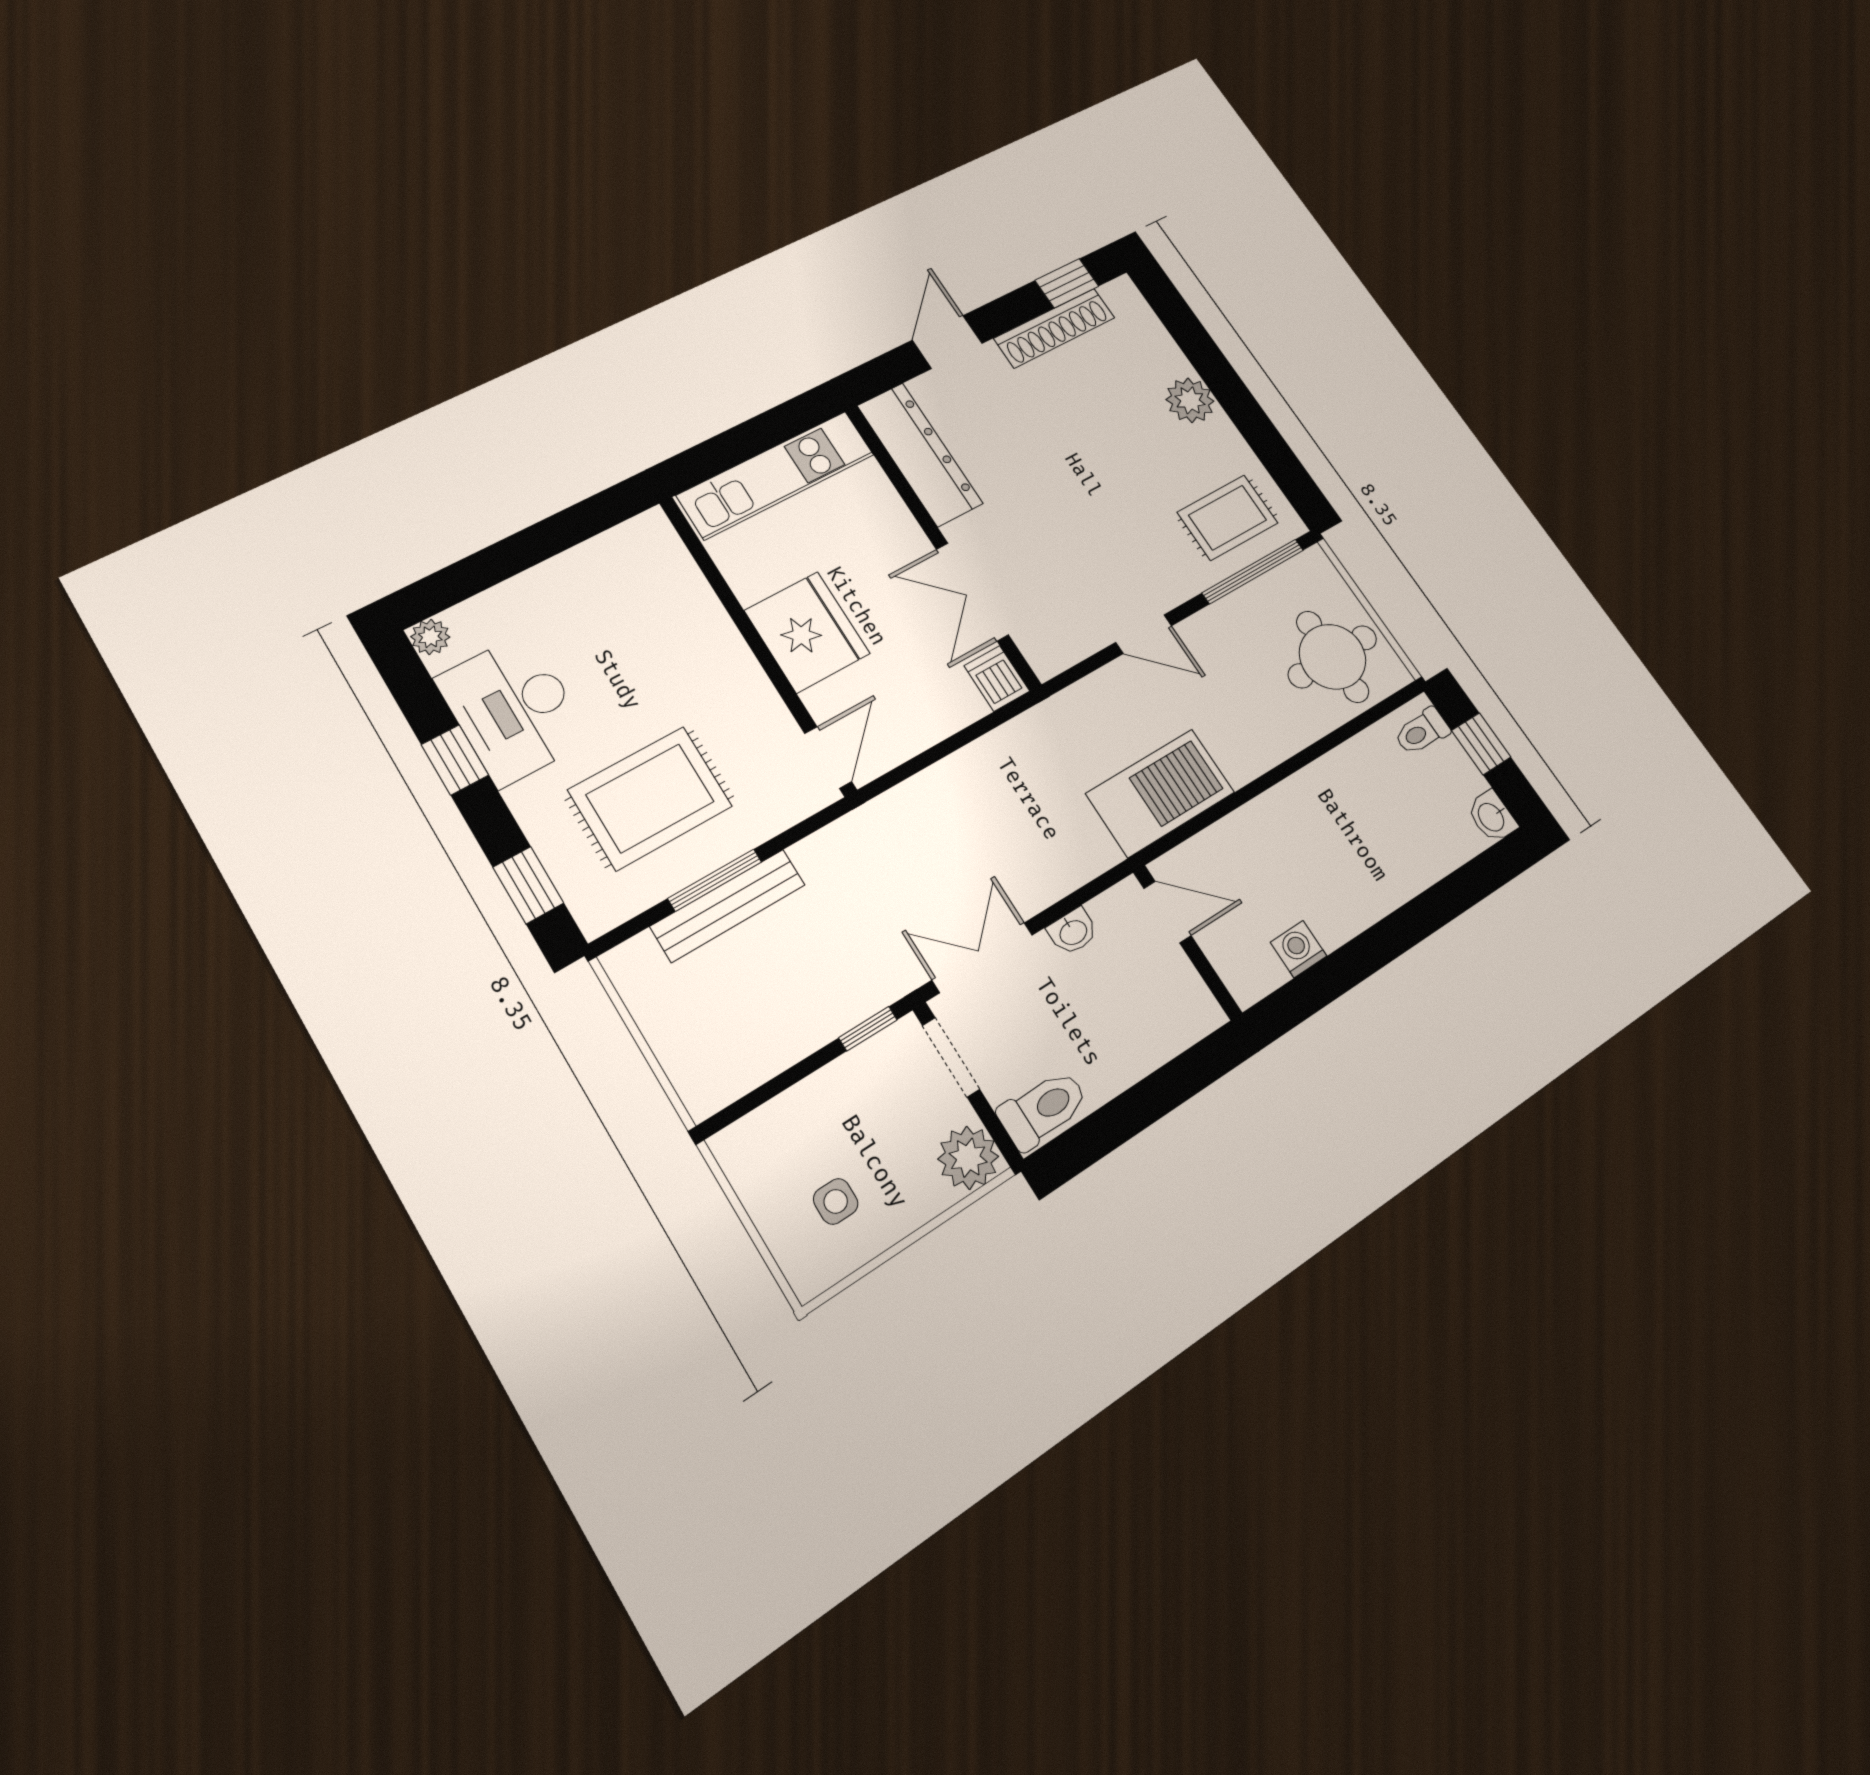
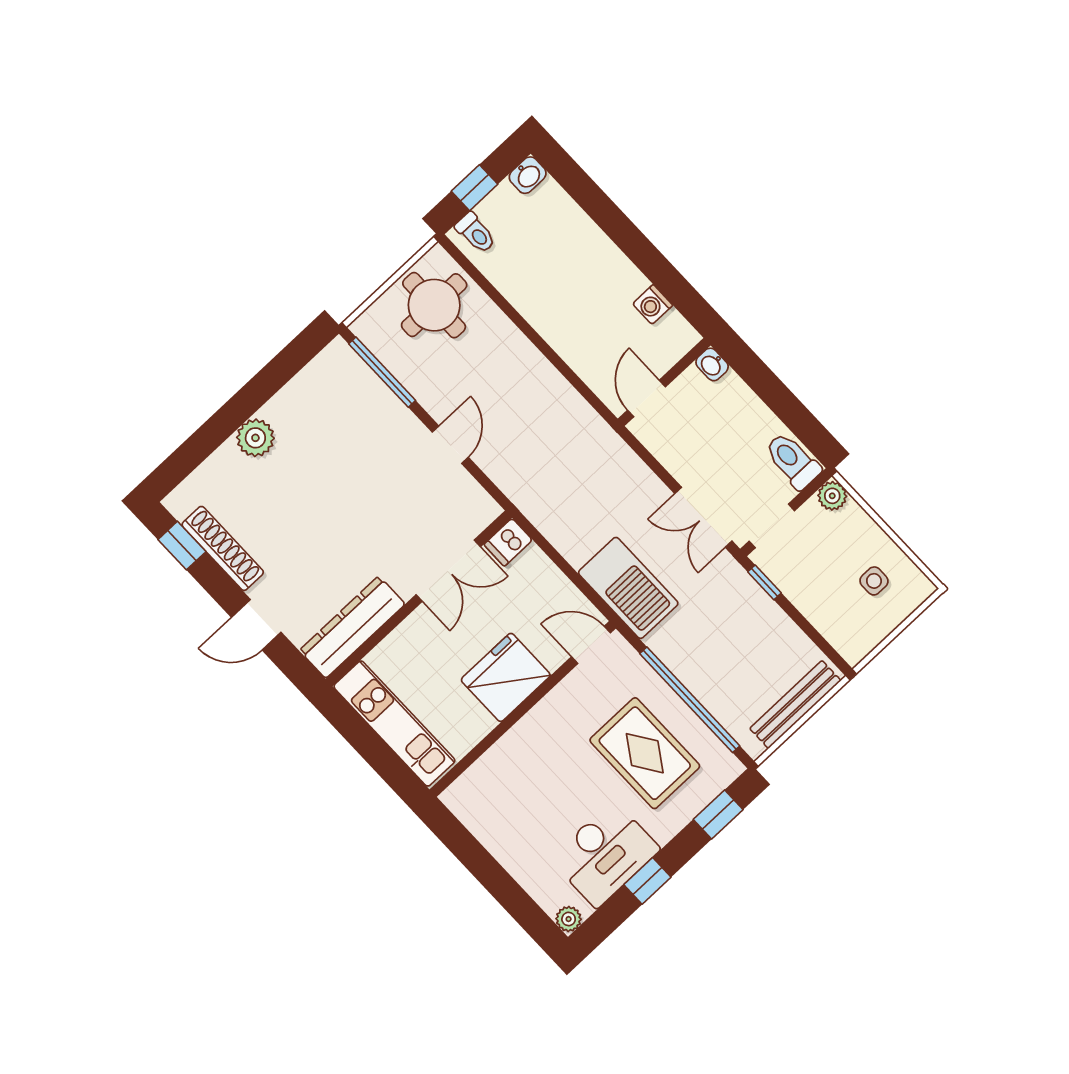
rug: (1227, 518) -> (344, 397), removed
barbecue: (1160, 793) -> (628, 588), moved, turned 180
window: (715, 880) -> (690, 700), width x2.11
bench: (728, 906) -> (795, 704), moved, turned 90
washbasin: (1073, 932) -> (712, 364), moved, turned 180
plant: (968, 1158) -> (832, 496), width x0.73, depth x0.73

